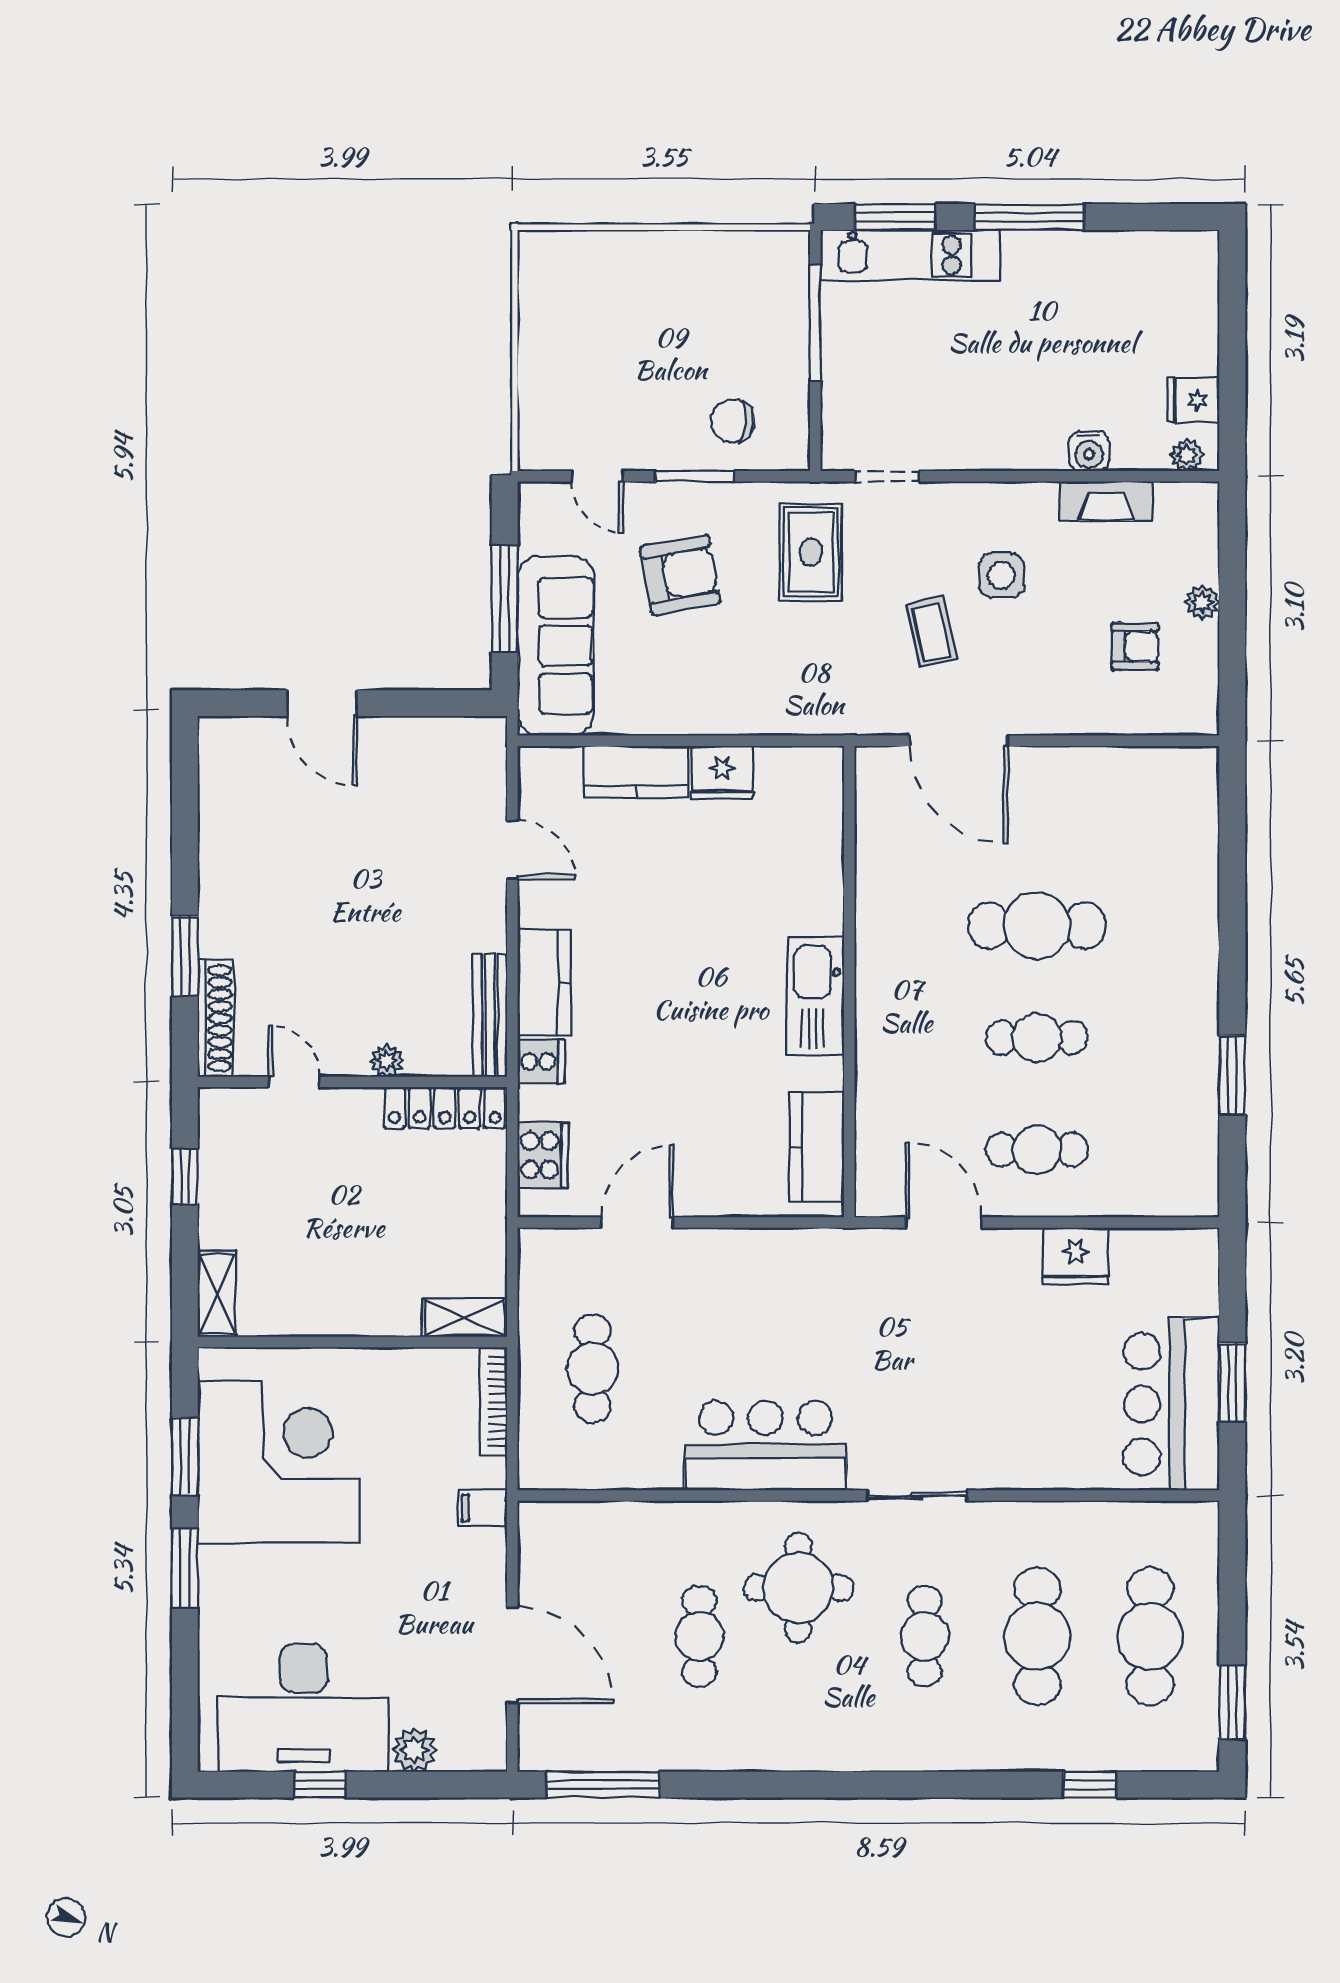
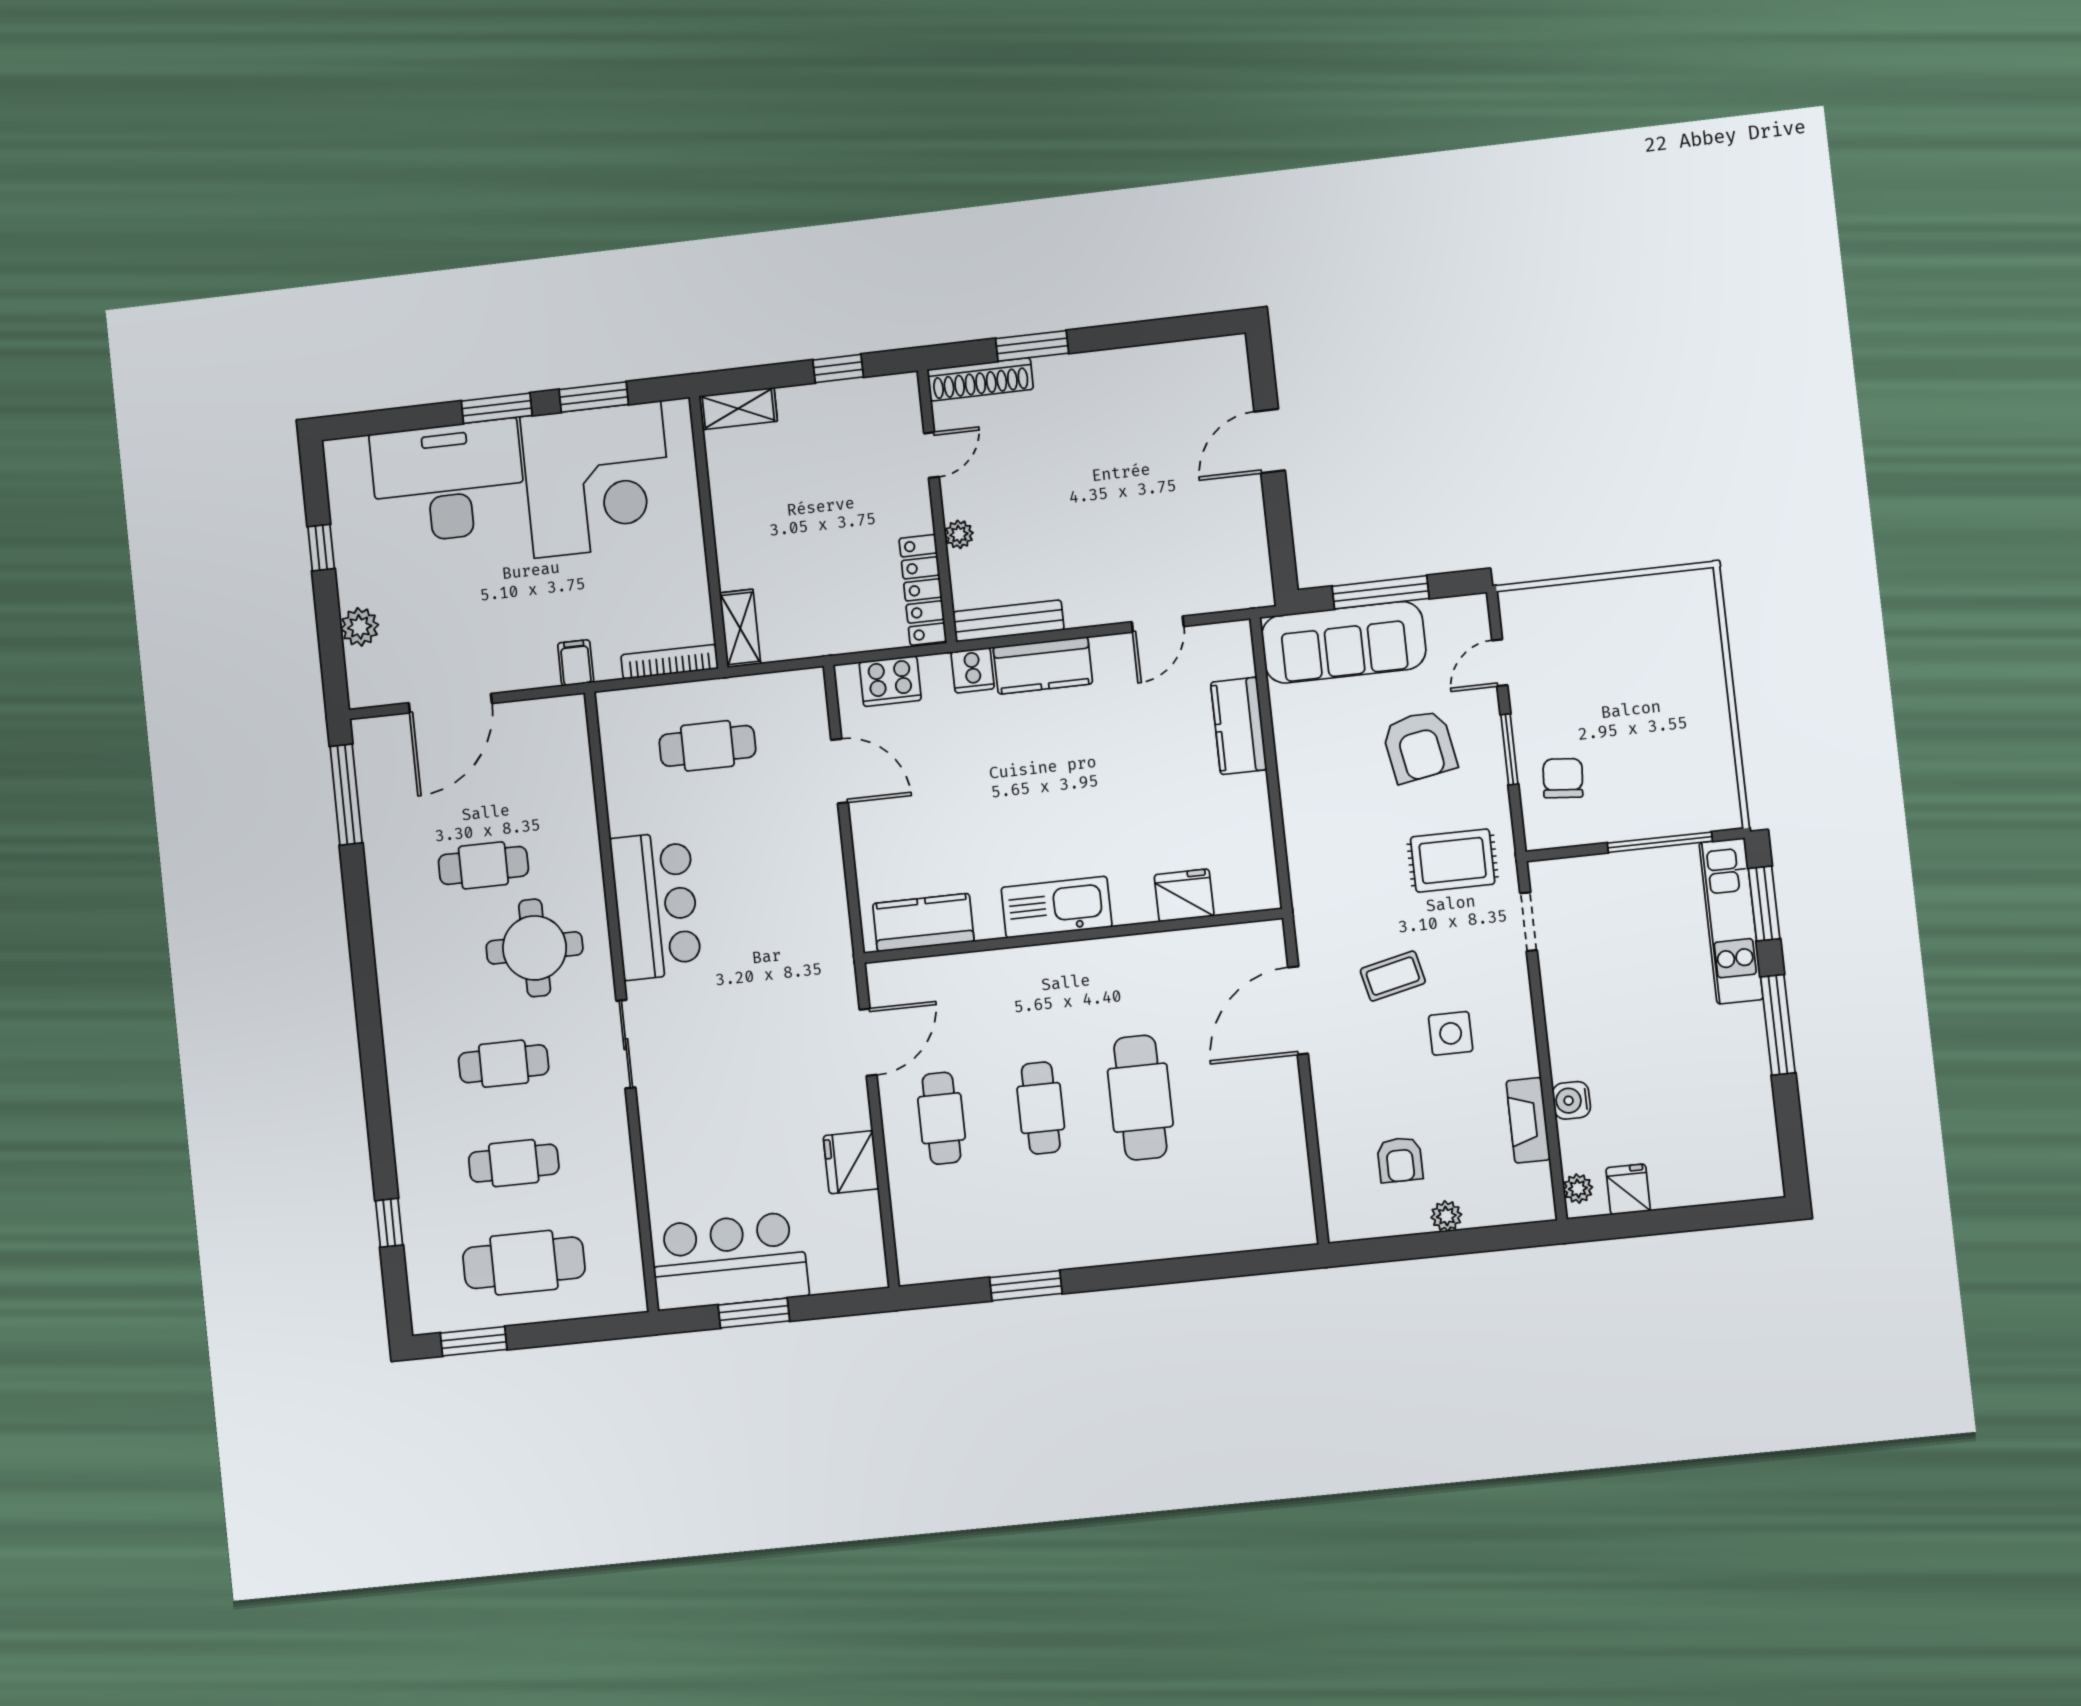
fridge: (722, 772) -> (1184, 895), moved, turned 90
cafe table: (1037, 1636) -> (514, 1163), width x0.73, depth x0.74
desk: (304, 1708) -> (448, 482), moved, turned 90

